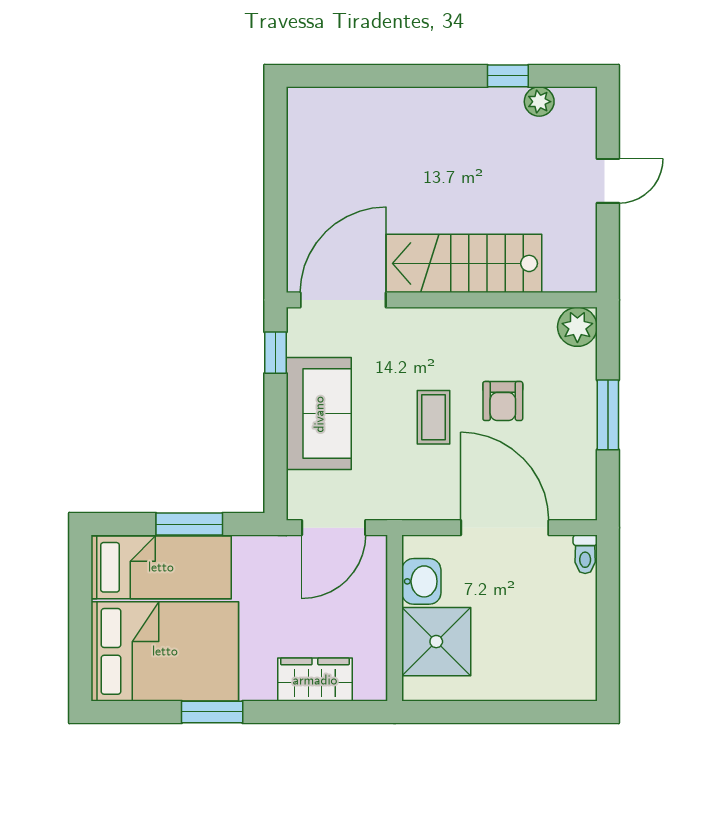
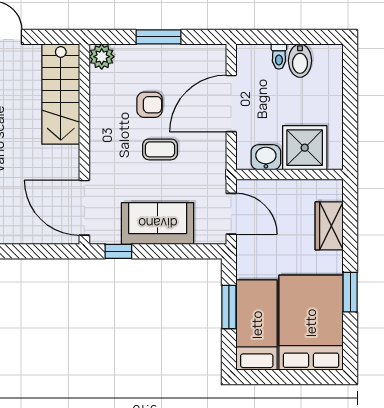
stairs: (464, 263) -> (61, 94), moved
toilet: (585, 554) -> (279, 56), moved, turned 90
bidet: (571, 634) -> (300, 61), added

